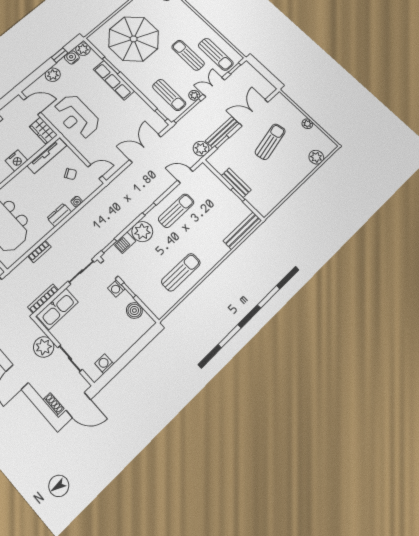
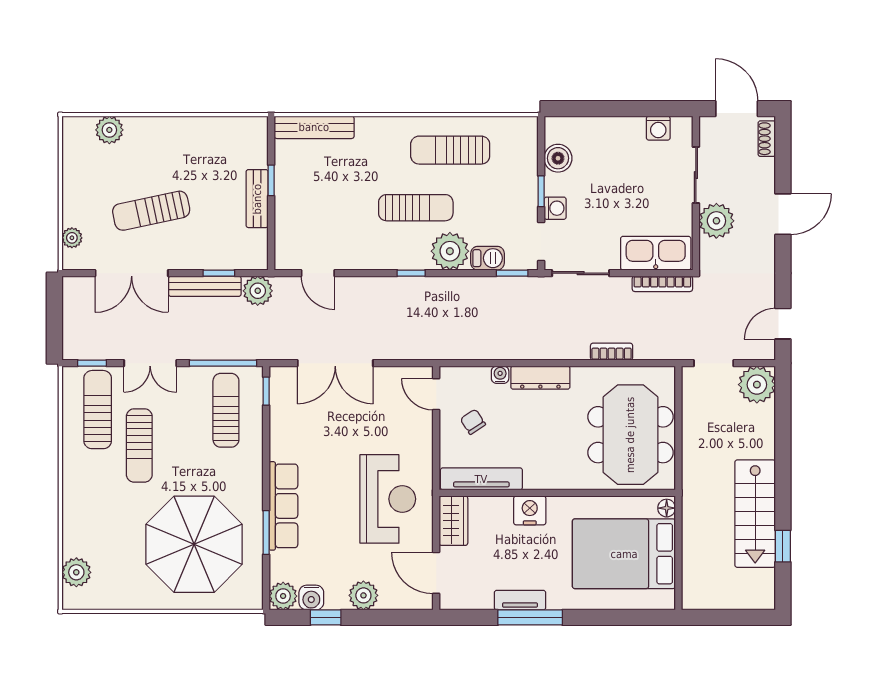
plant: (194, 95) -> (190, 377), removed
plant: (307, 124) -> (72, 238), moved
sun lounger: (176, 211) -> (416, 208), moved, turned 180
dresser: (59, 215) -> (540, 378), width x1.44

